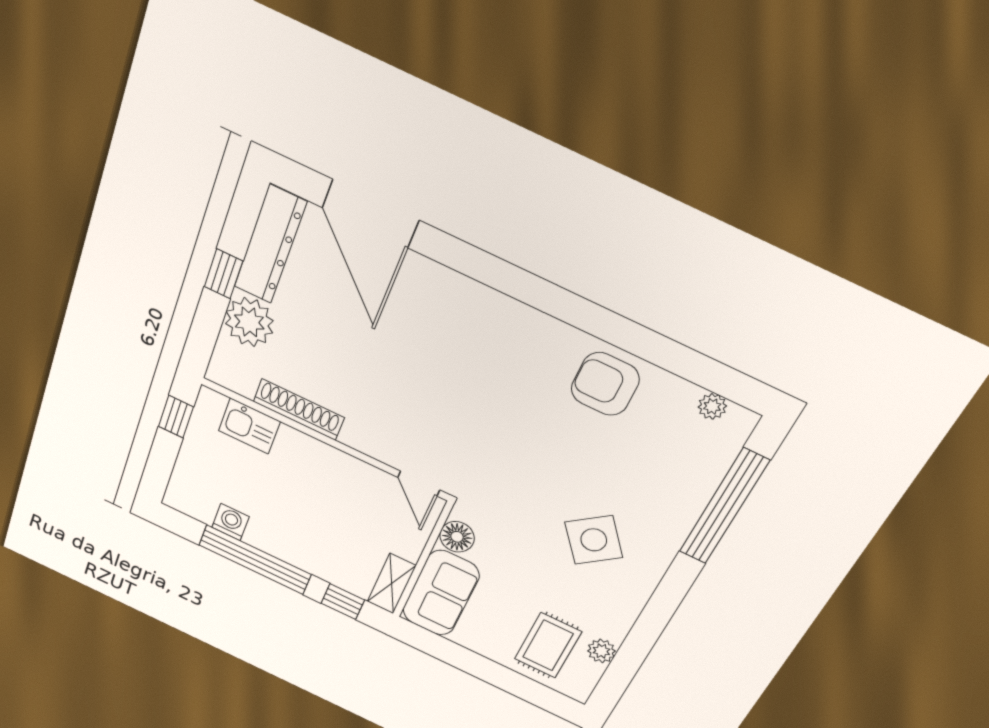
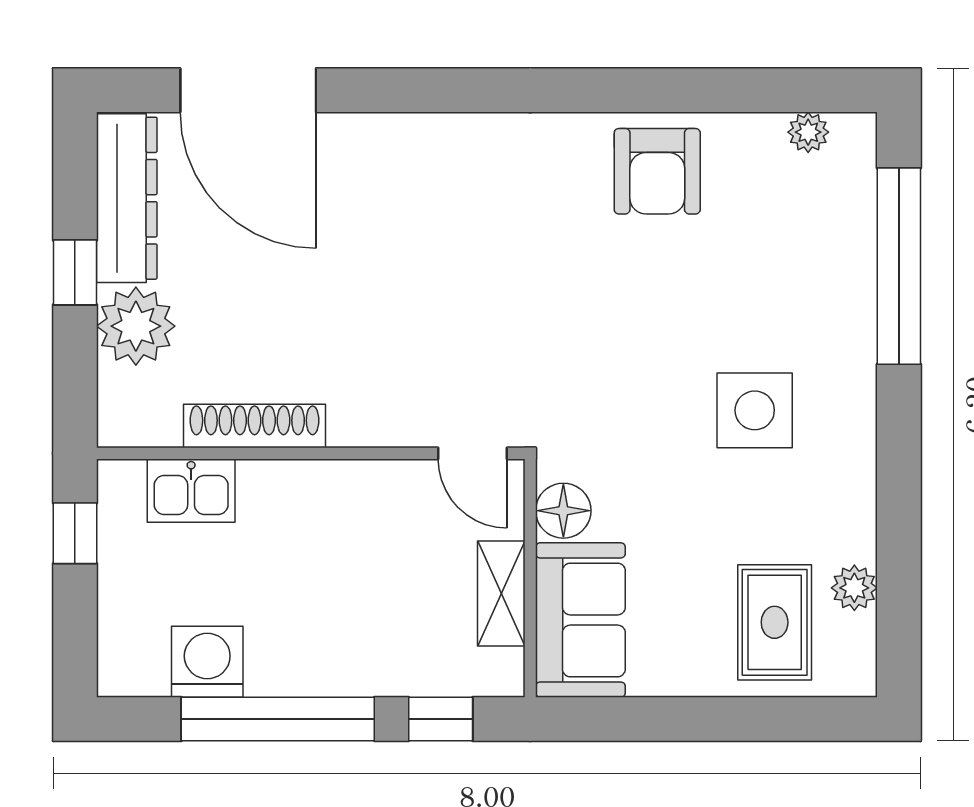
armchair: (605, 384) -> (657, 171), turned -90
washing machine: (231, 522) -> (207, 662), width x1.38, depth x1.38
side table: (594, 540) -> (755, 410), turned 38
shelving: (391, 584) -> (501, 593), moved

